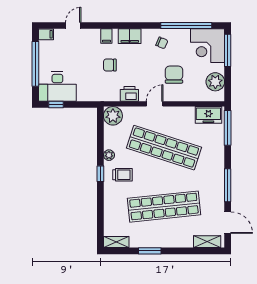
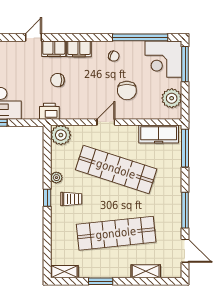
door: (73, 26) -> (33, 37), moved
filing cabinet: (106, 36) -> (54, 49), width x2.00
chair: (174, 75) -> (127, 90), turned 180
printer: (129, 94) -> (49, 111), moved
freezer: (208, 115) -> (159, 134), width x1.40
shelving: (207, 242) -> (146, 271), moved

